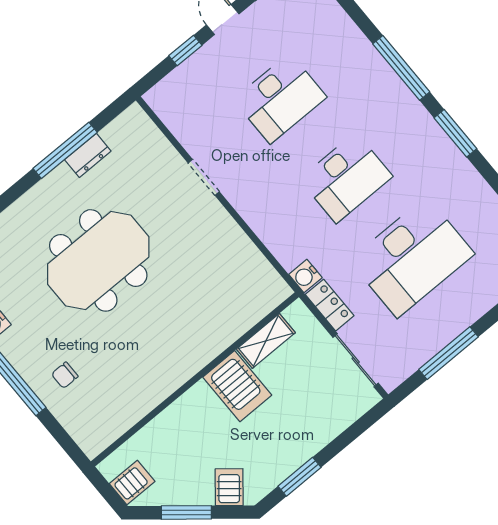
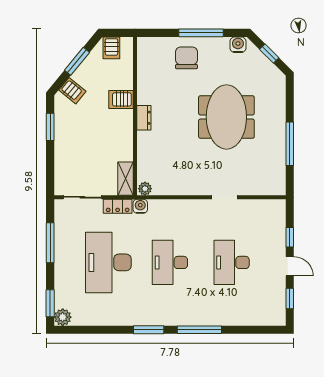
dresser: (88, 155) -> (144, 118), moved, turned 180
plant: (278, 289) -> (145, 189), added
shelving: (266, 341) -> (126, 179), moved
chair: (65, 375) -> (187, 58), width x1.87, depth x1.87
server rack: (237, 386) -> (121, 99), moved, width x0.73, depth x0.70

